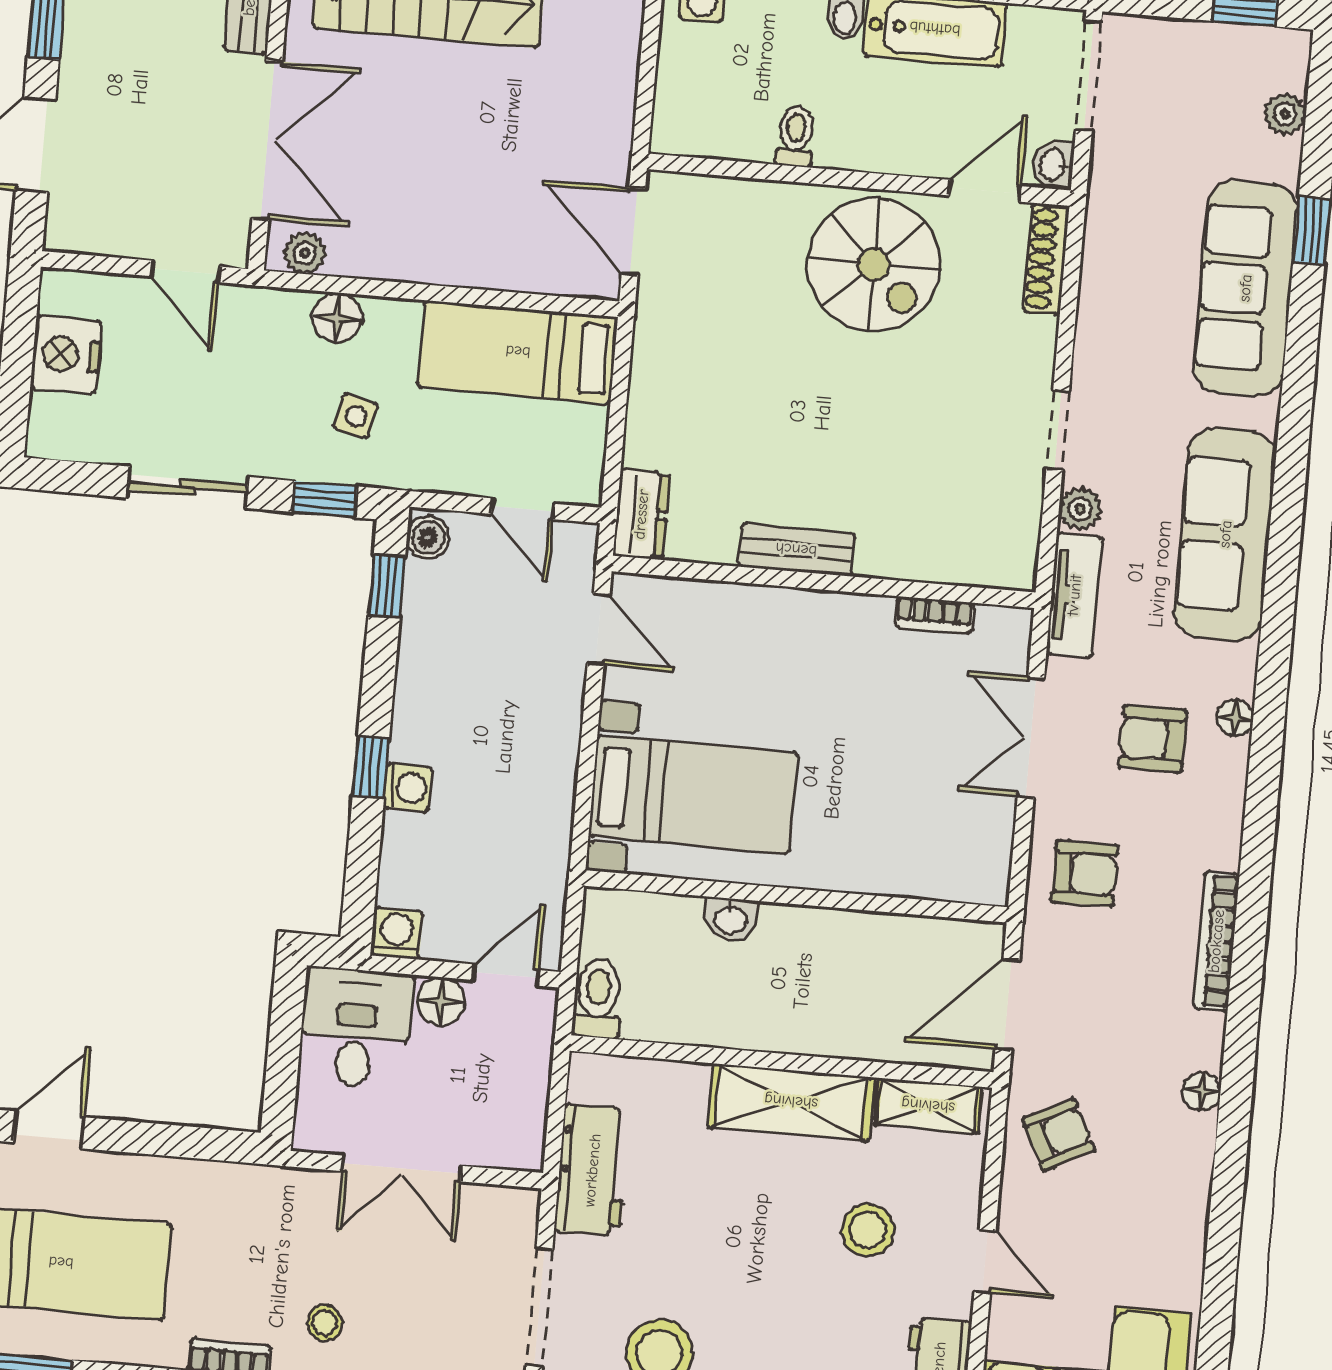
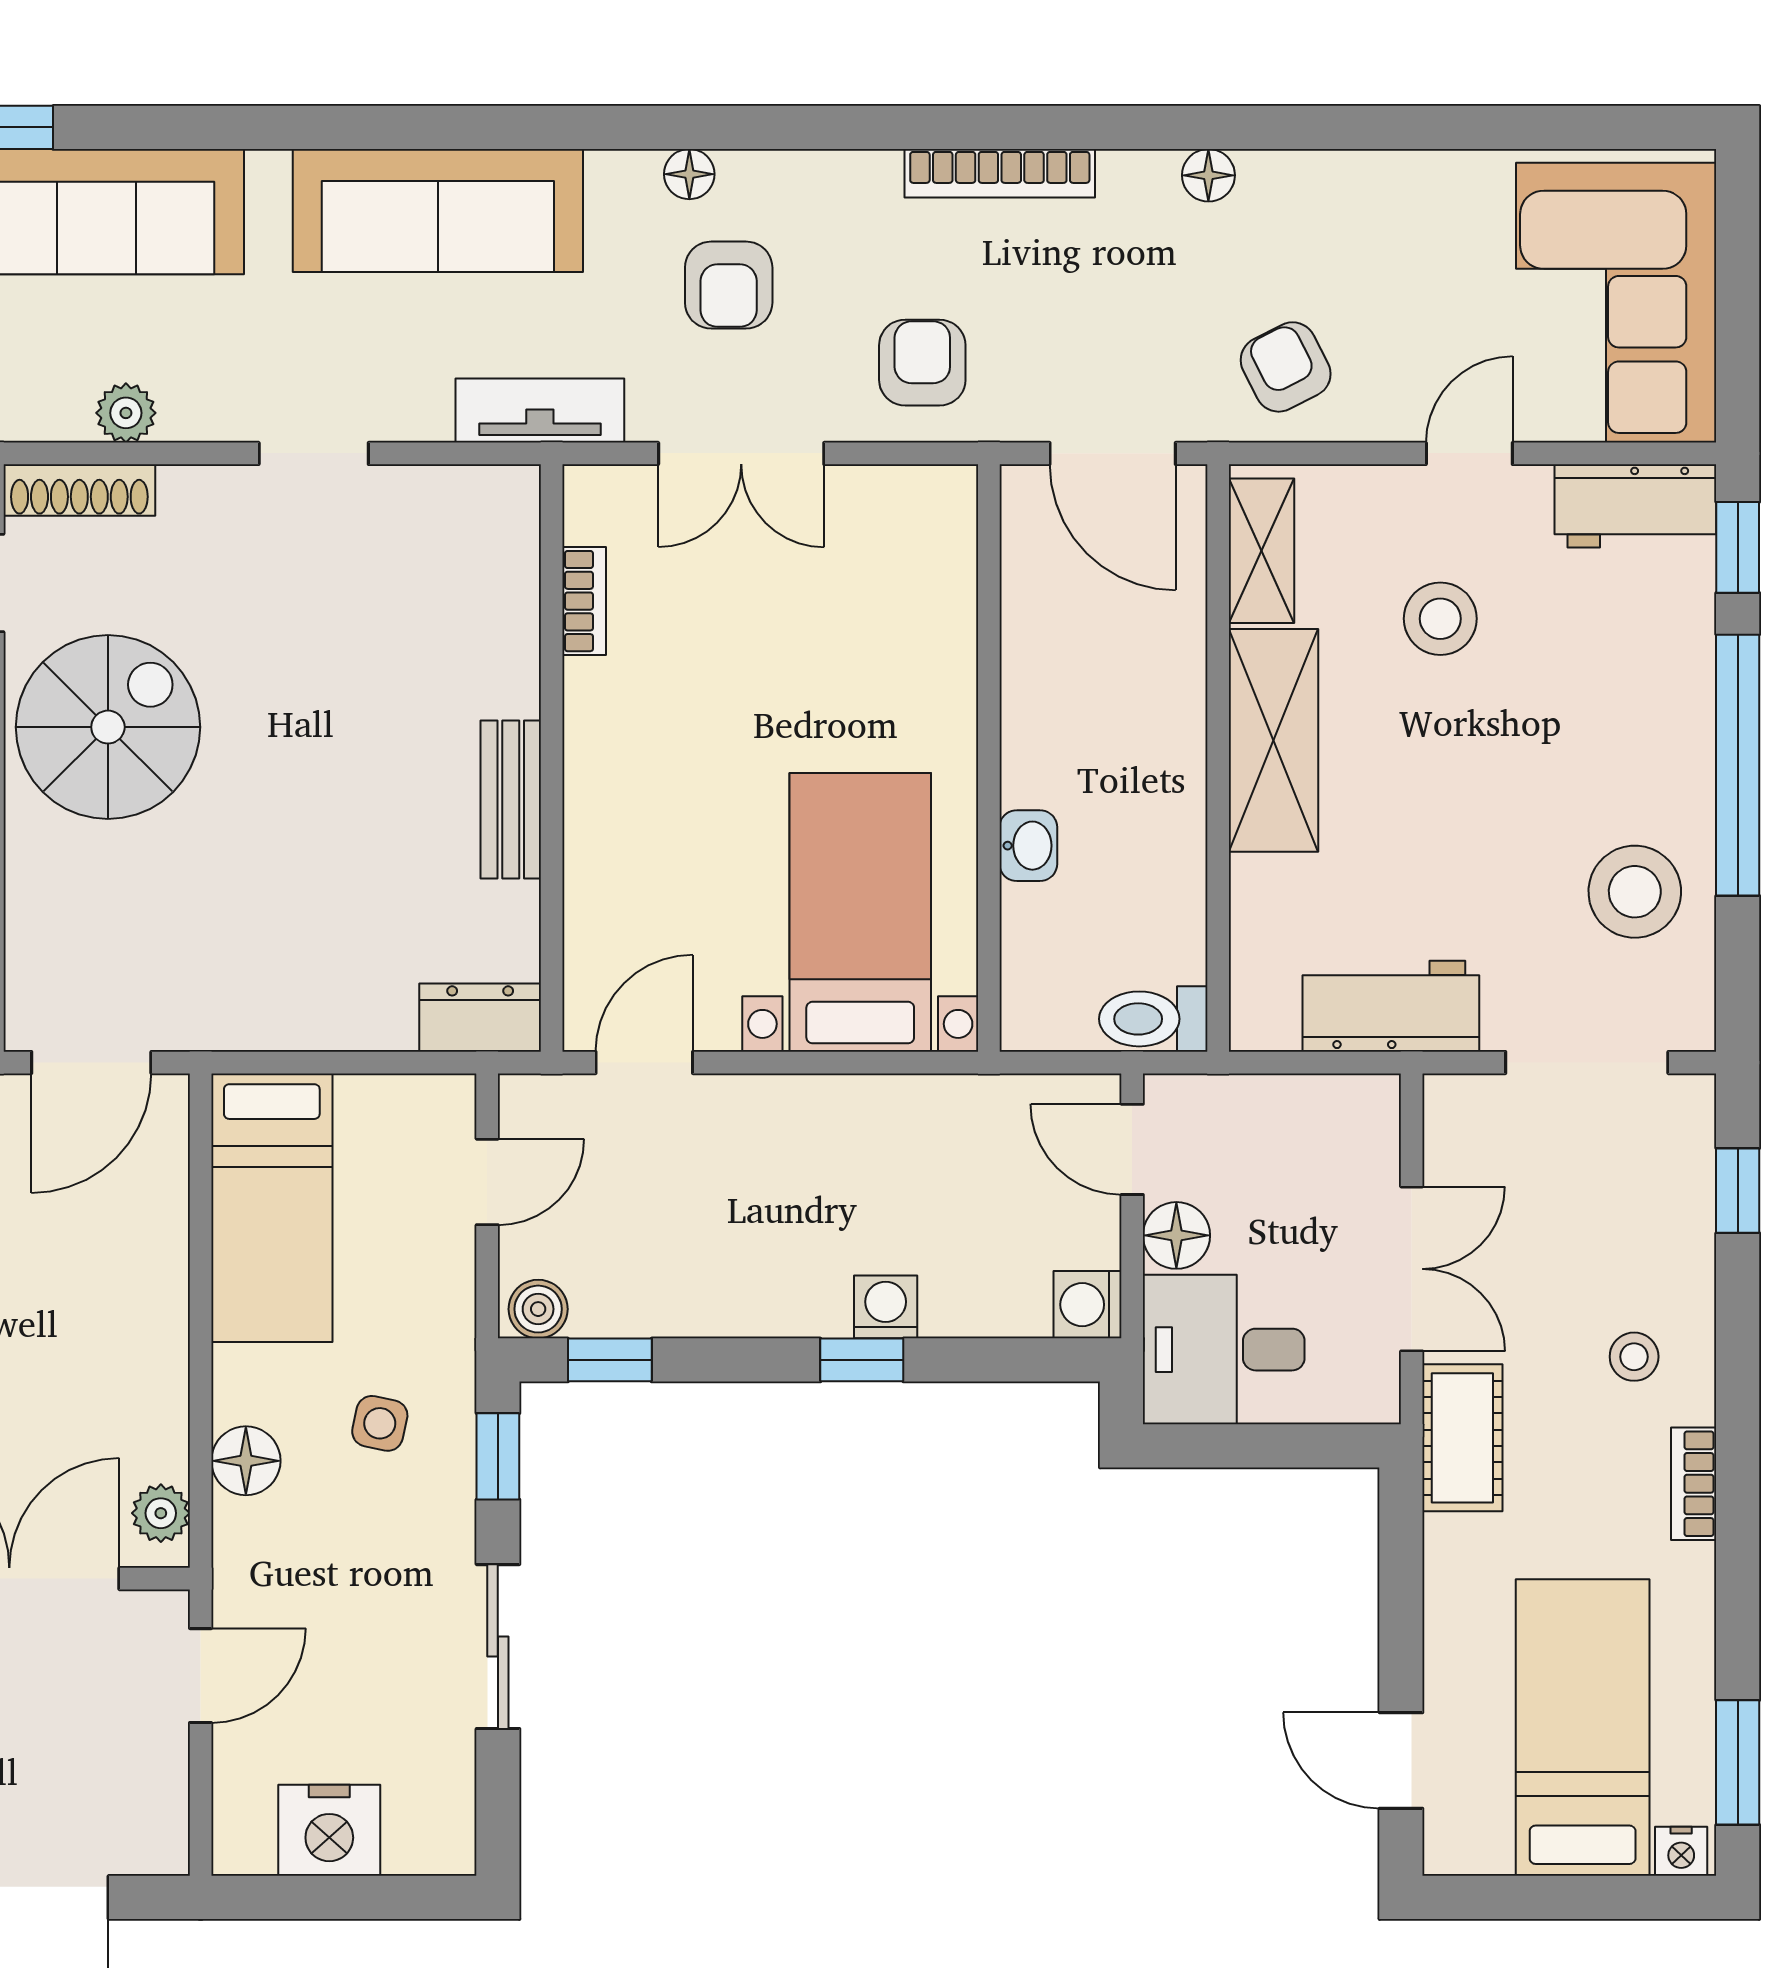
plant: (1080, 509) -> (126, 413), moved
cot: (277, 1194) -> (1462, 1438), added

